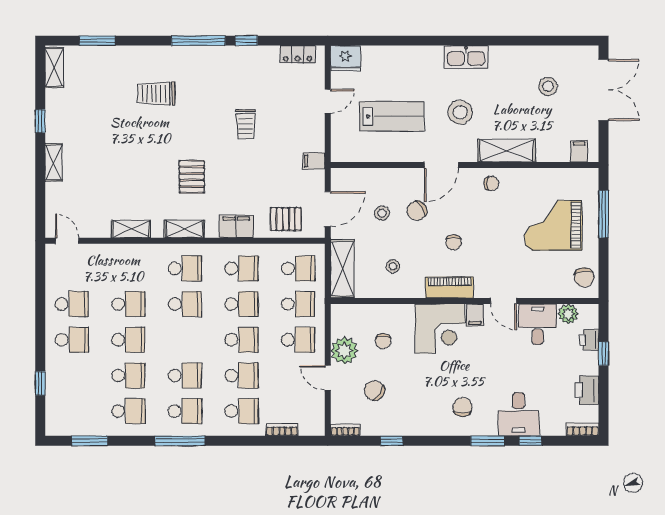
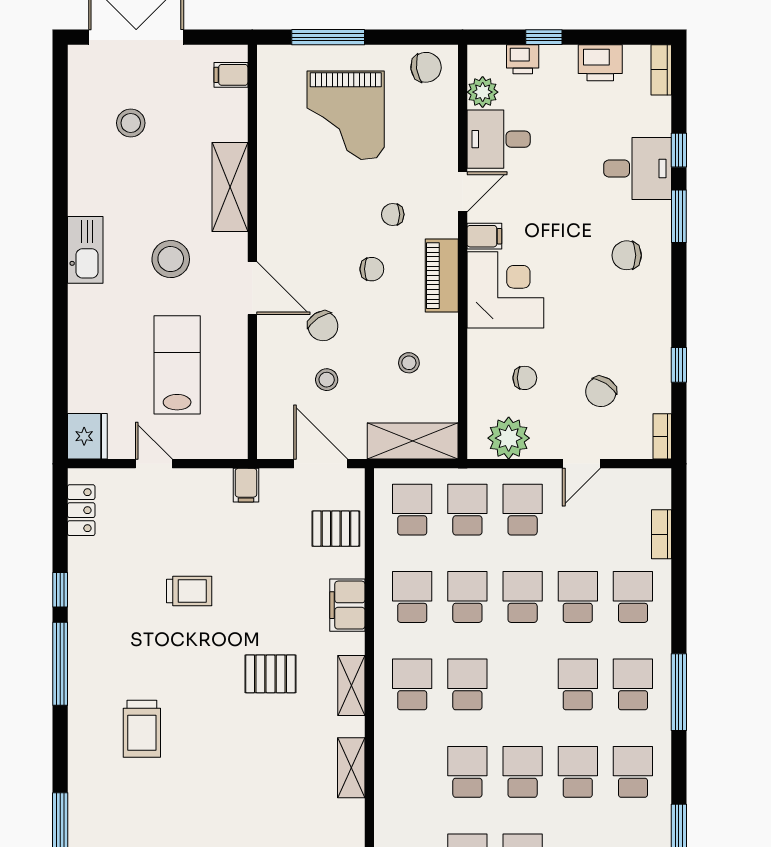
chair: (491, 184) -> (393, 214), moved, turned -90
pallet: (286, 219) -> (336, 529), turned 90
plant: (344, 351) -> (509, 438), moved

